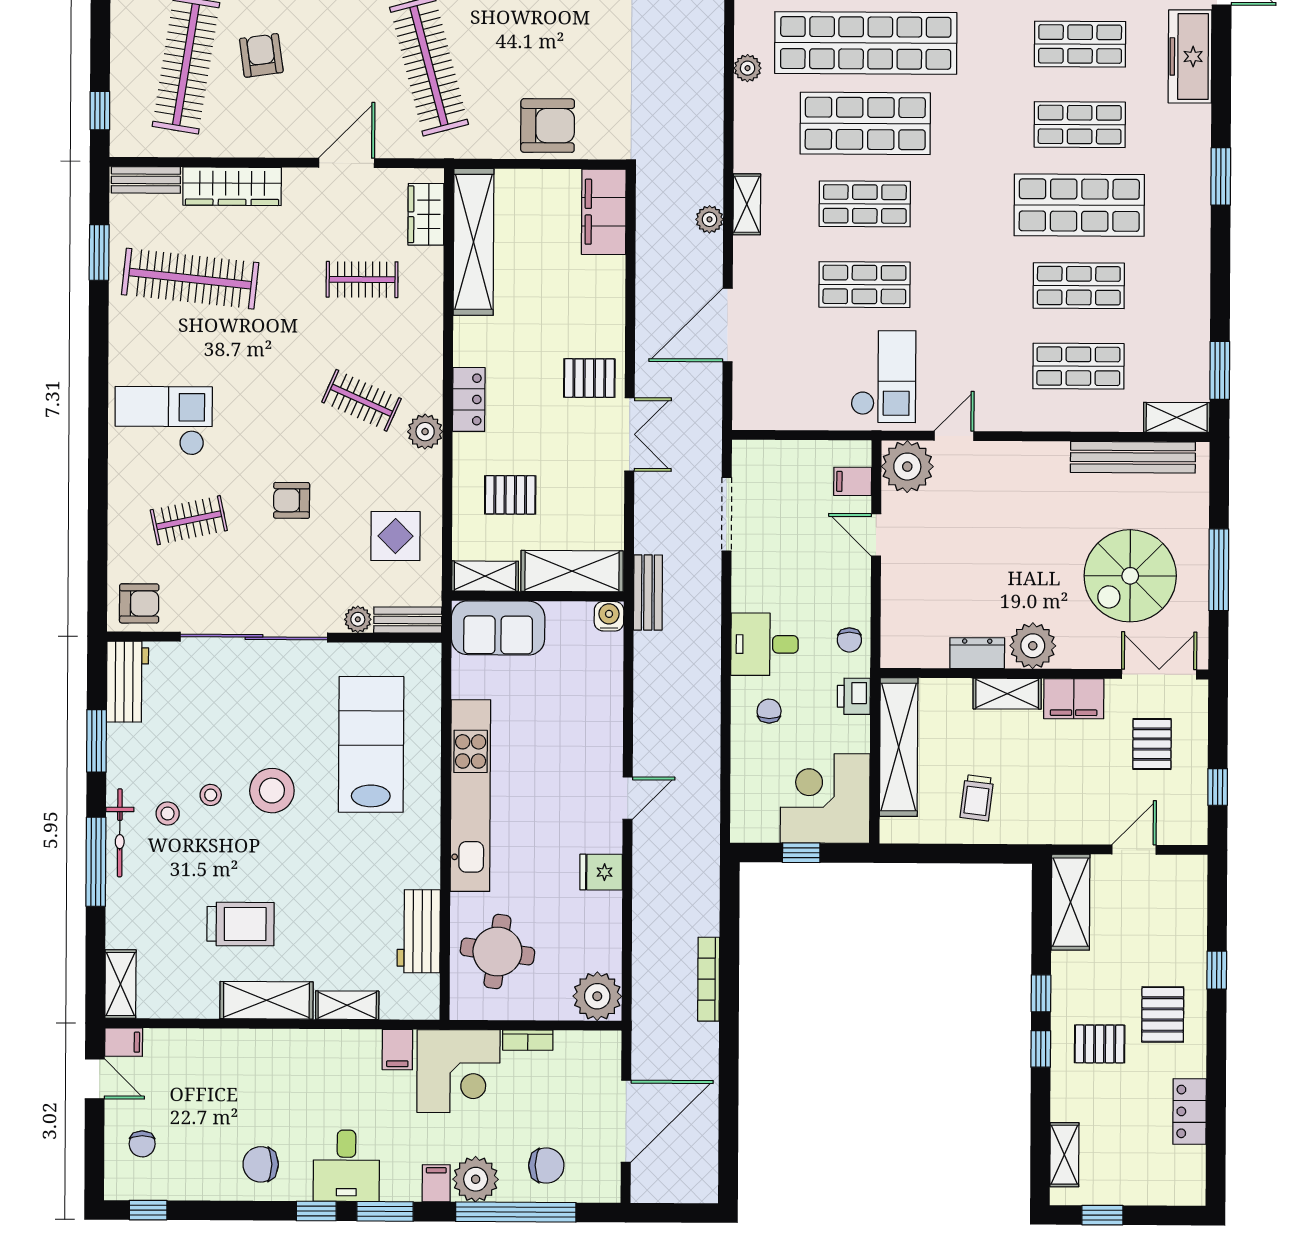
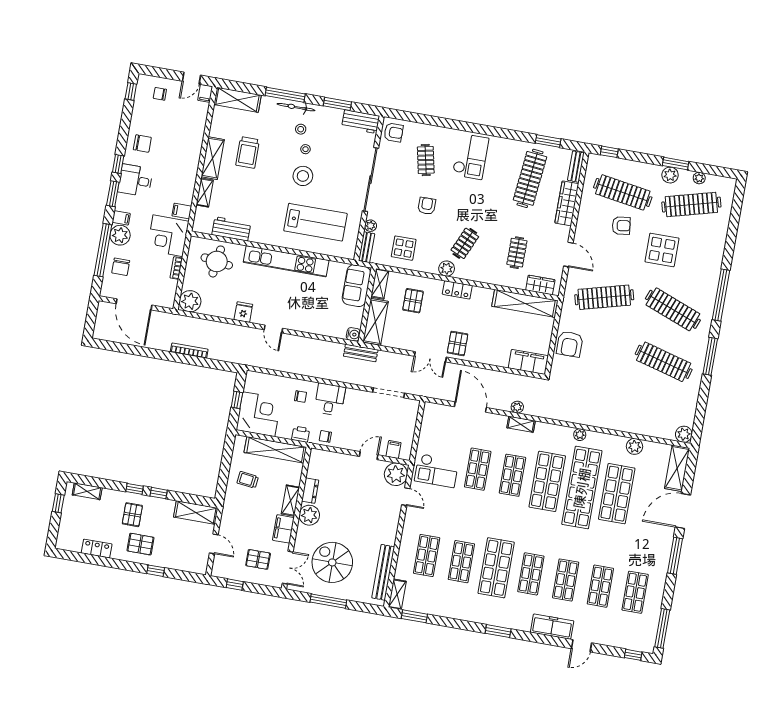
armchair: (139, 603) -> (393, 132), turned -90
shelving: (120, 984) -> (238, 100), width x1.50, depth x1.33
chair: (261, 1164) -> (142, 143), turned 90

